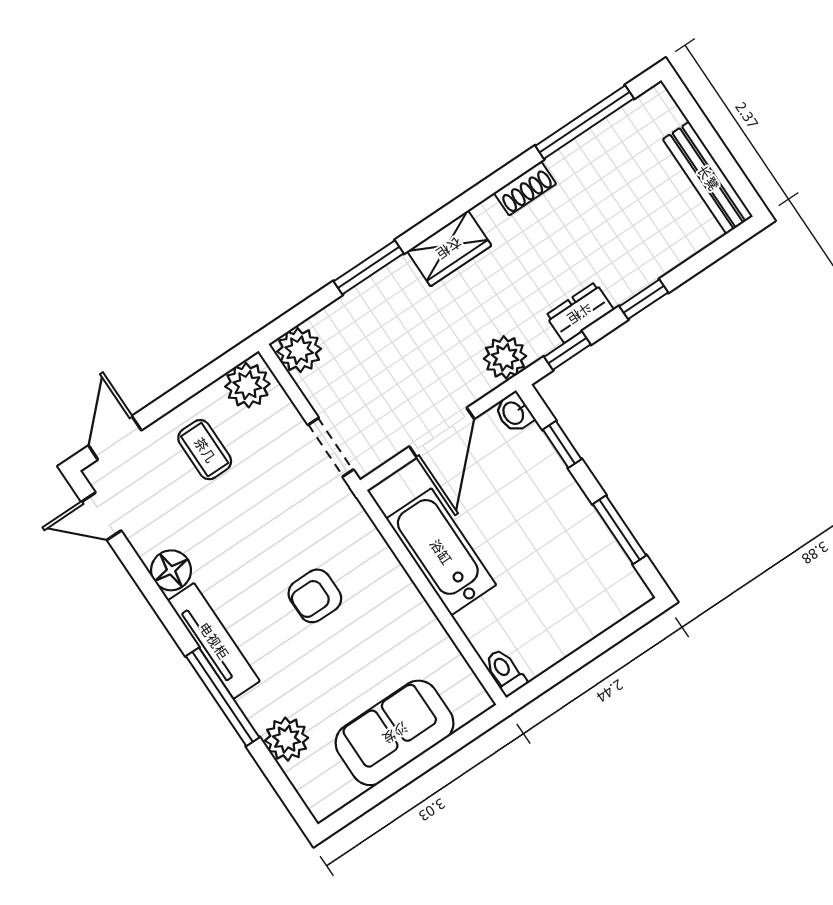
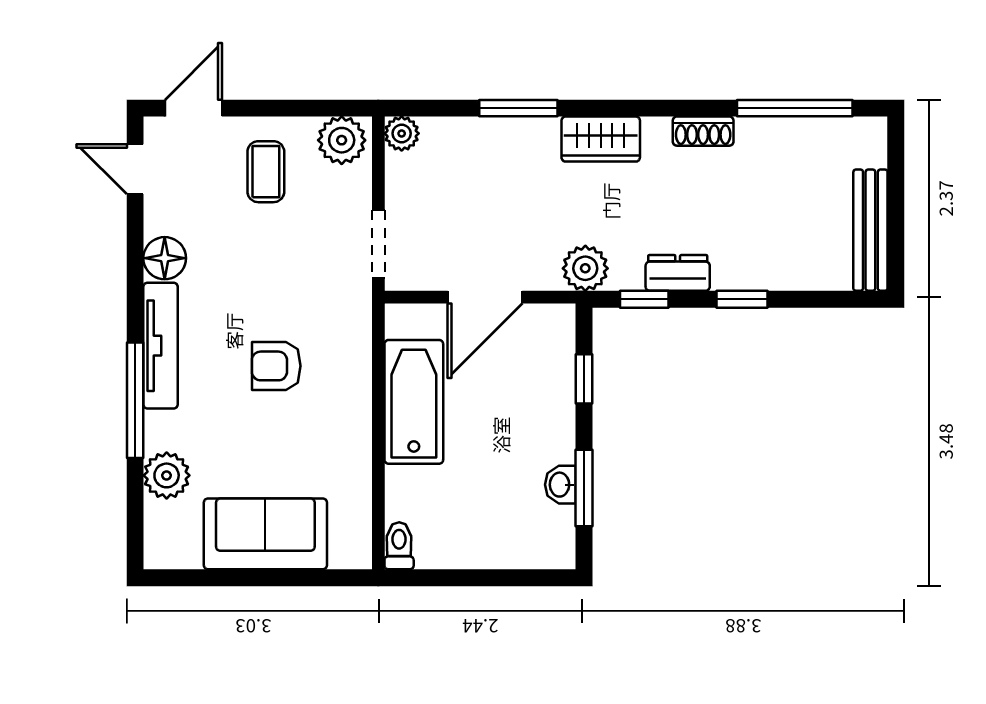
plant: (299, 350) -> (402, 133), width x0.73, depth x0.73
washbasin: (514, 413) -> (560, 485), moved

